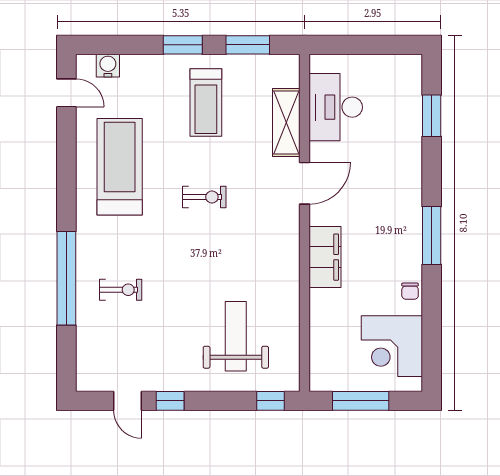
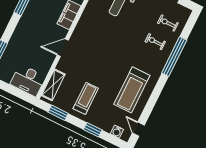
window: (183, 45) -> (93, 130), moved
desk: (336, 107) -> (28, 80), moved, turned 90
shelving: (286, 122) -> (53, 85), moved
exercise bike: (204, 197) -> (168, 23), moved

